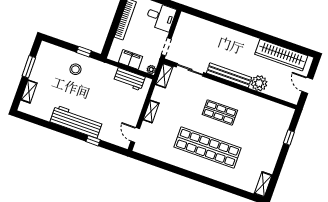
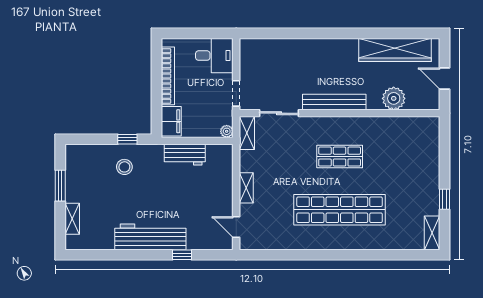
filing cabinet: (130, 59) -> (171, 121), moved, turned 90
workbench: (129, 79) -> (185, 155), moved
plant: (259, 83) -> (394, 98), moved
window: (289, 138) -> (445, 199), moved

